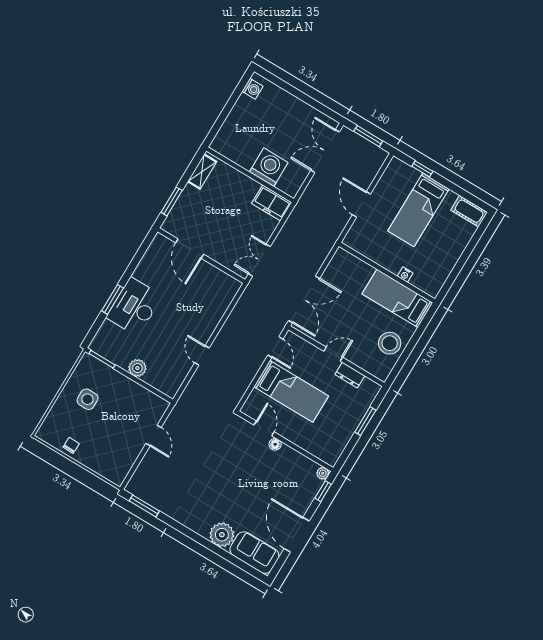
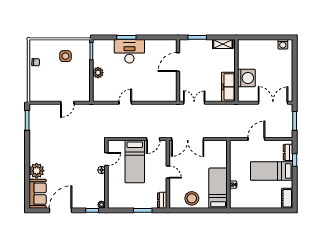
dresser: (406, 172) -> (288, 152), added
freezer: (272, 203) -> (228, 87), width x1.40
dresser: (350, 375) -> (162, 200), moved

